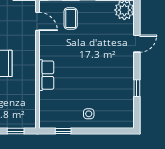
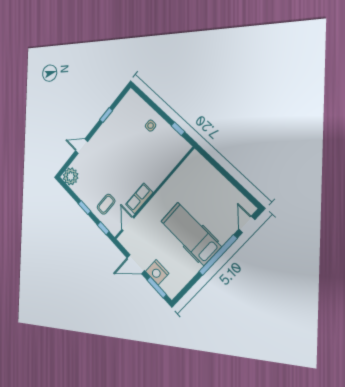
row of seats: (46, 75) -> (139, 198), moved
window: (16, 131) -> (211, 160), removed

